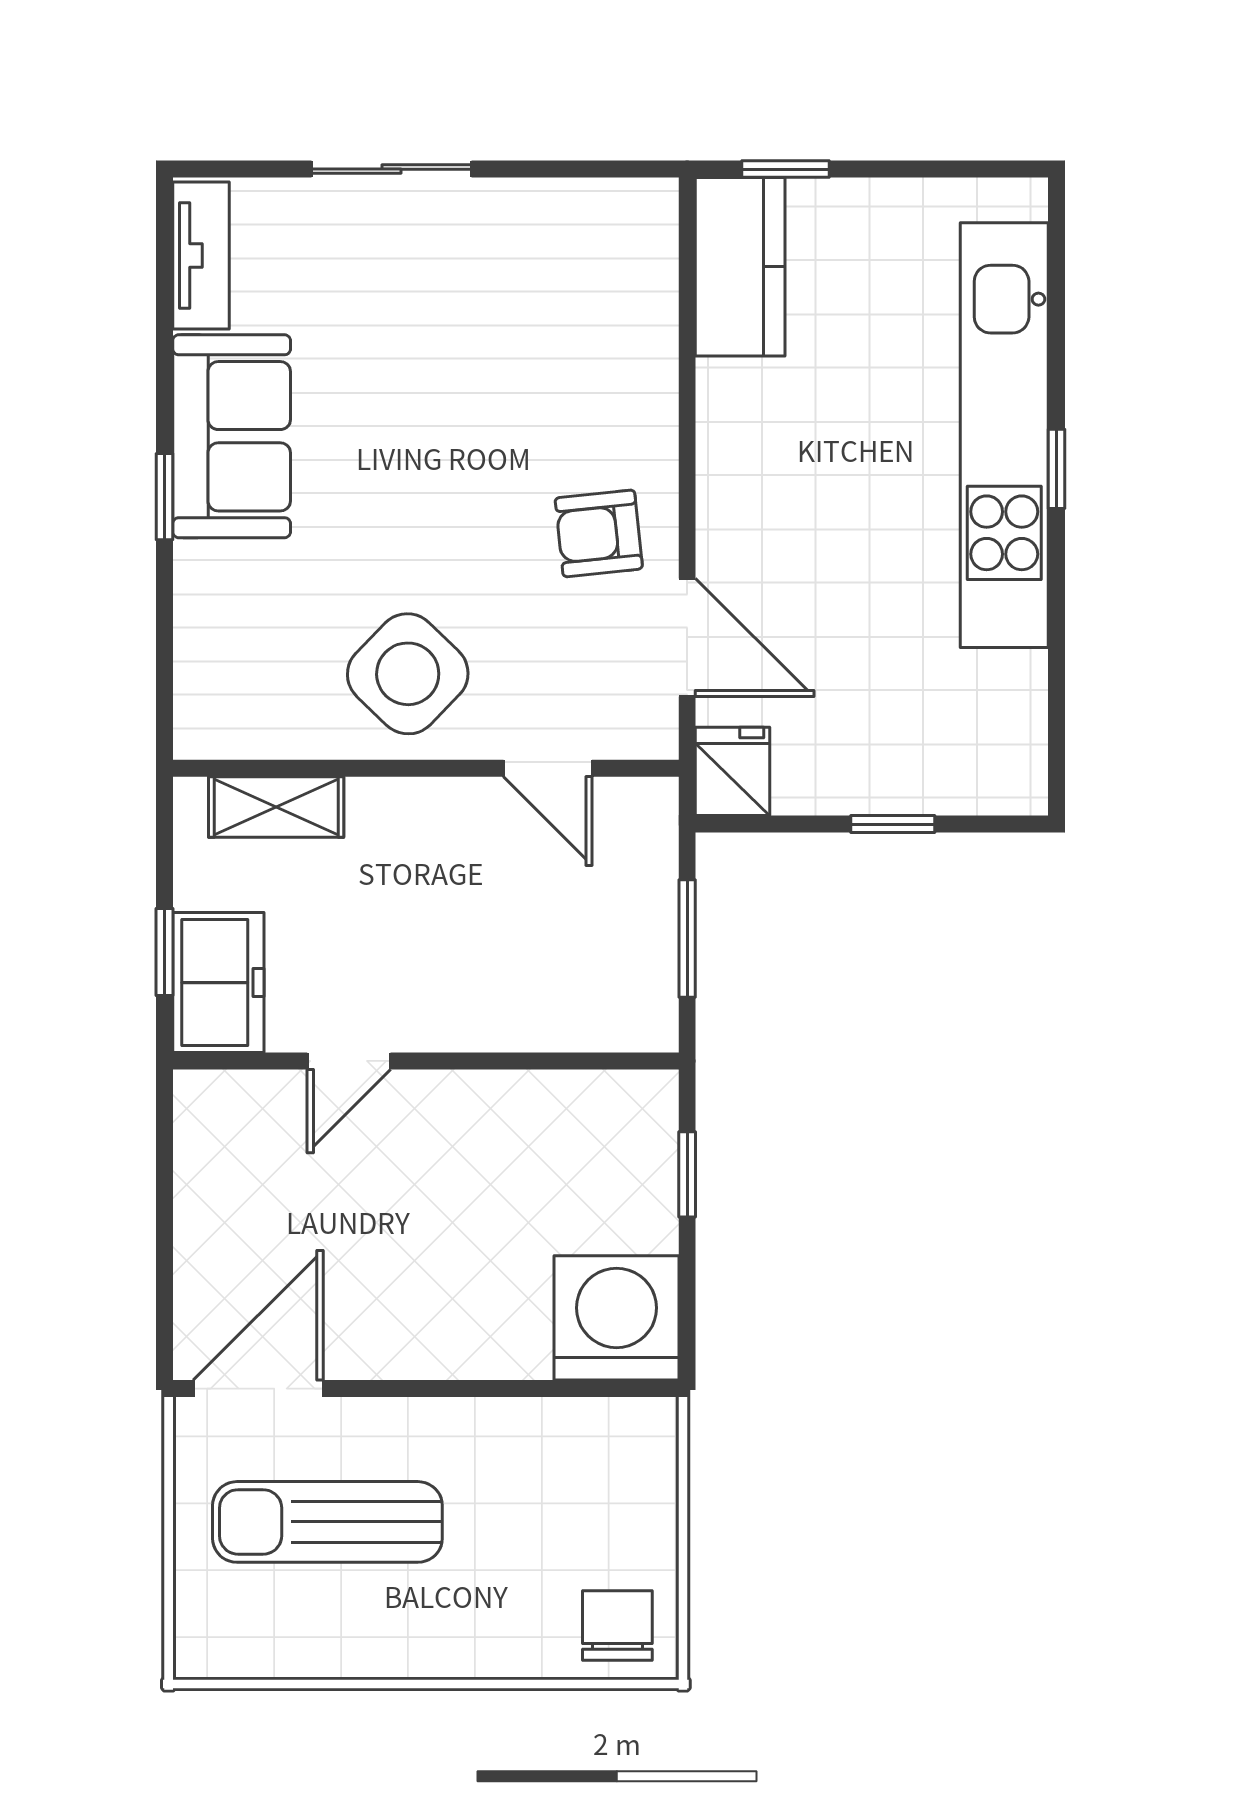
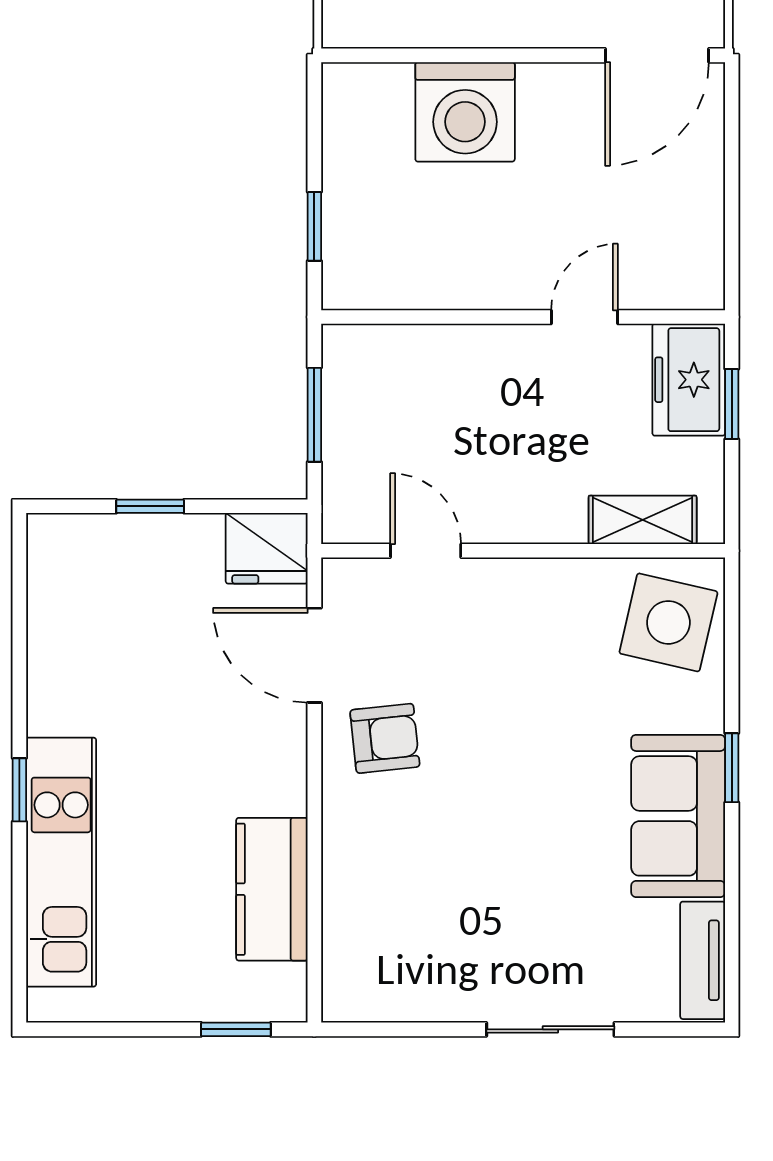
kitchen counter: (740, 267) -> (272, 889), moved
kitchen unit: (1004, 435) -> (61, 862), width x0.73
side table: (408, 674) -> (668, 622), moved, turned -31
fridge: (733, 771) -> (267, 548), width x1.38
washing machine: (616, 1318) -> (465, 112), moved

